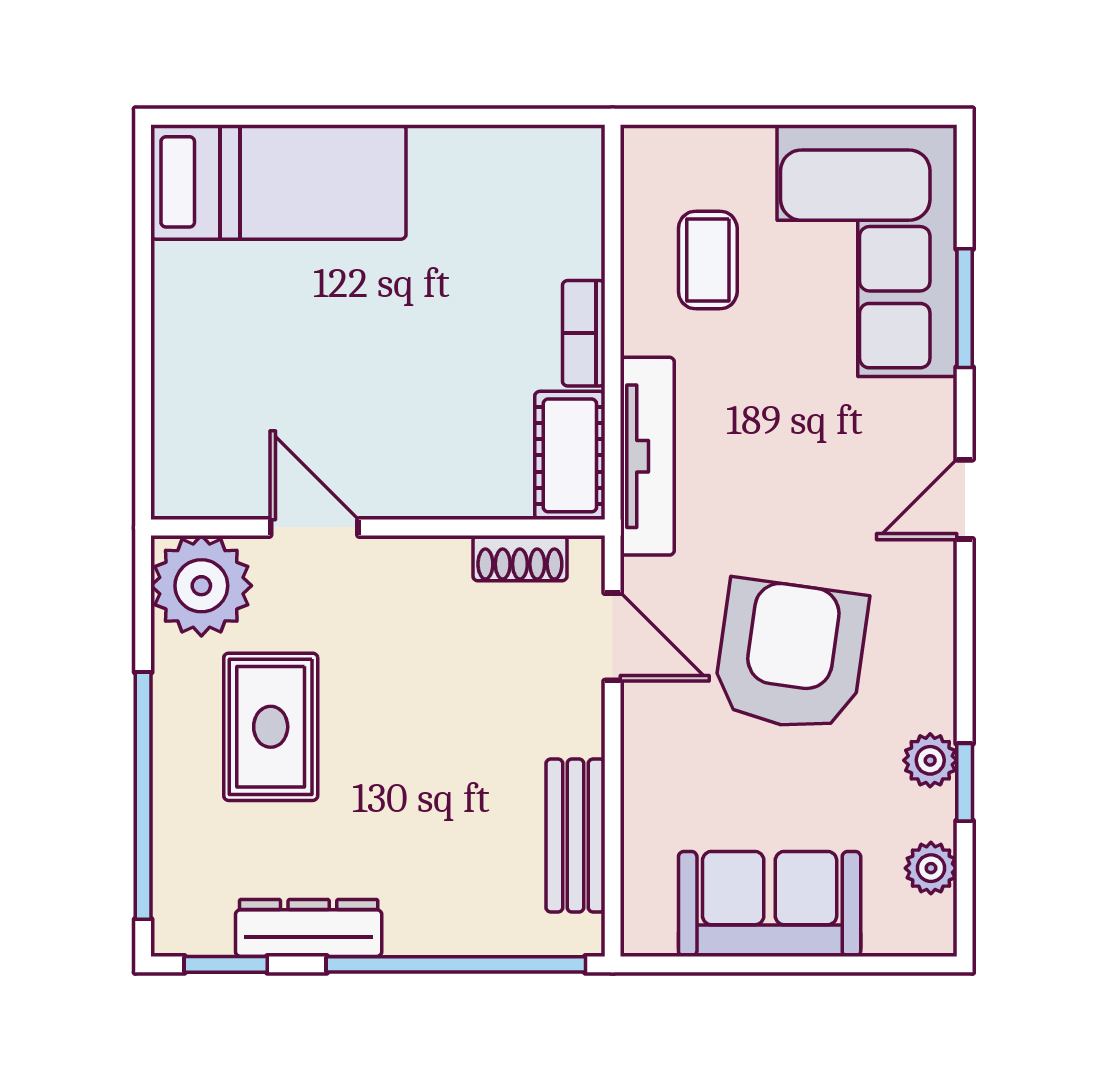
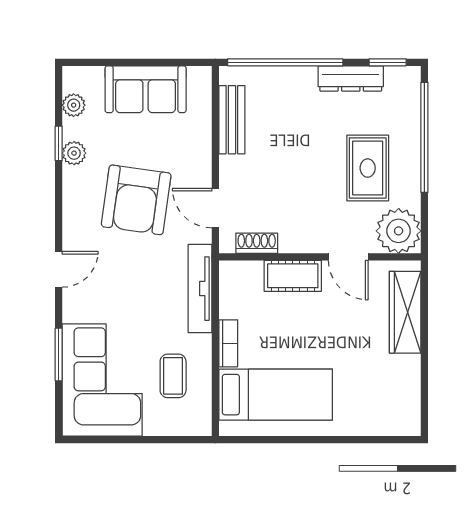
bed: (278, 182) -> (276, 395), moved, turned 180
wardrobe: (186, 403) -> (405, 312), added
cot: (570, 455) -> (293, 276), moved, turned 90

